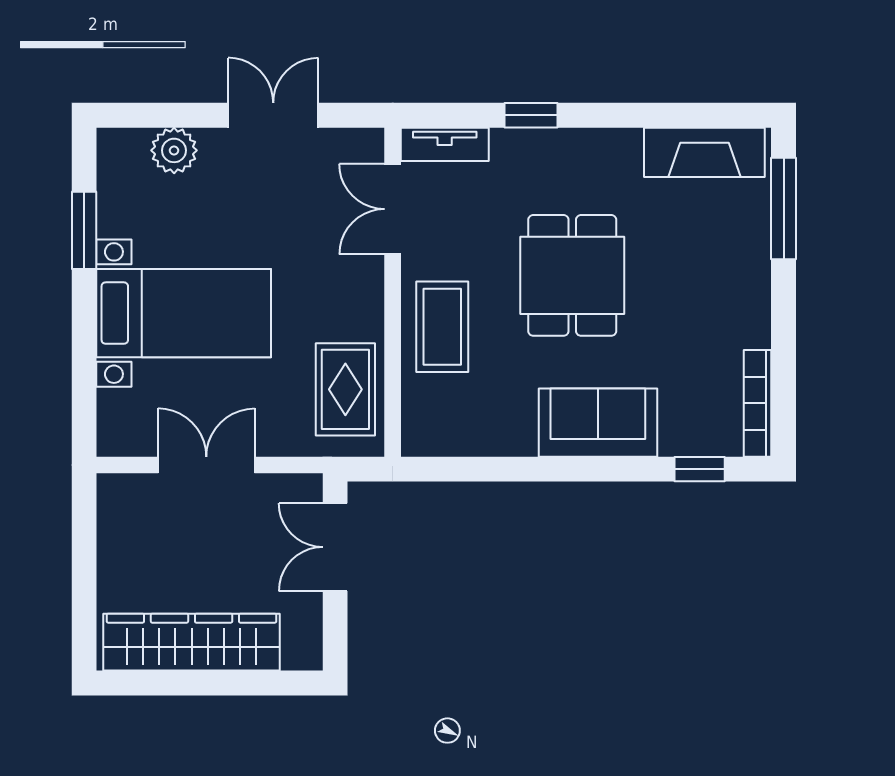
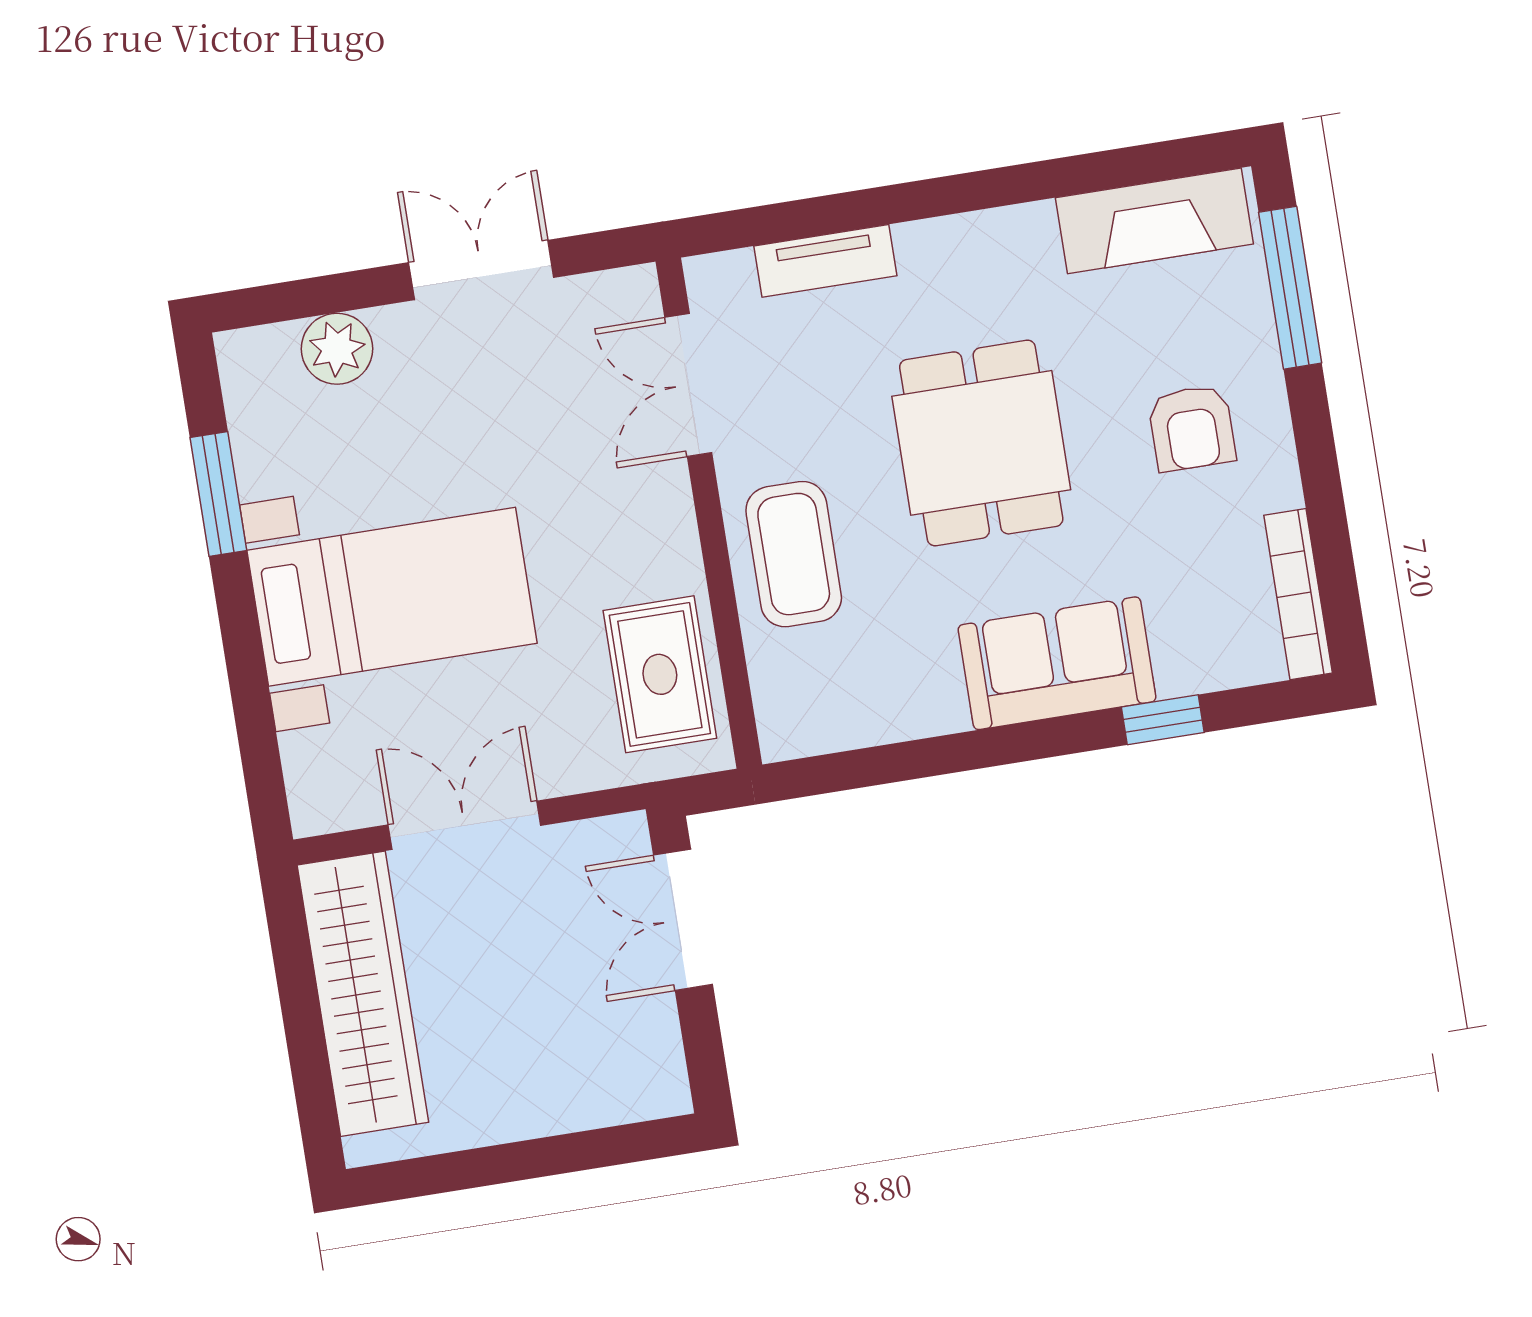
window: (531, 115) -> (878, 206), removed
tv unit: (445, 144) -> (825, 261), moved
armchair: (707, 287) -> (1192, 428), added
window: (700, 469) -> (1163, 720), moved
wardrobe: (192, 642) -> (363, 994), moved, turned 90

